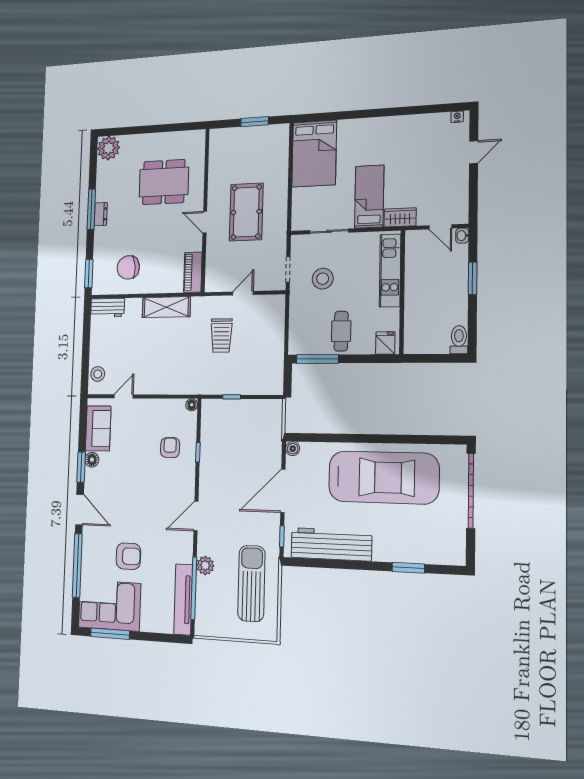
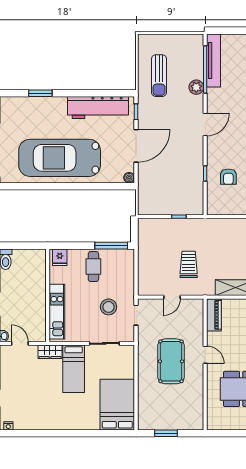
floor lamp: (192, 405) -> (211, 210), removed
sun lounger: (251, 583) -> (159, 76), width x0.73, depth x0.75

